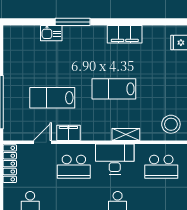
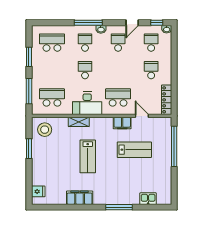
kitchen sink: (51, 33) -> (148, 199), moved
lab bench: (114, 89) -> (88, 156), turned 90
door: (42, 142) -> (142, 116), swing flipped

